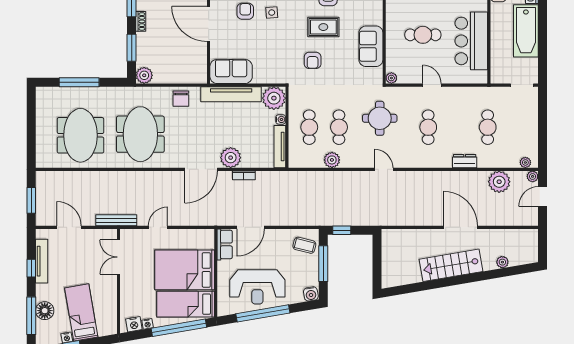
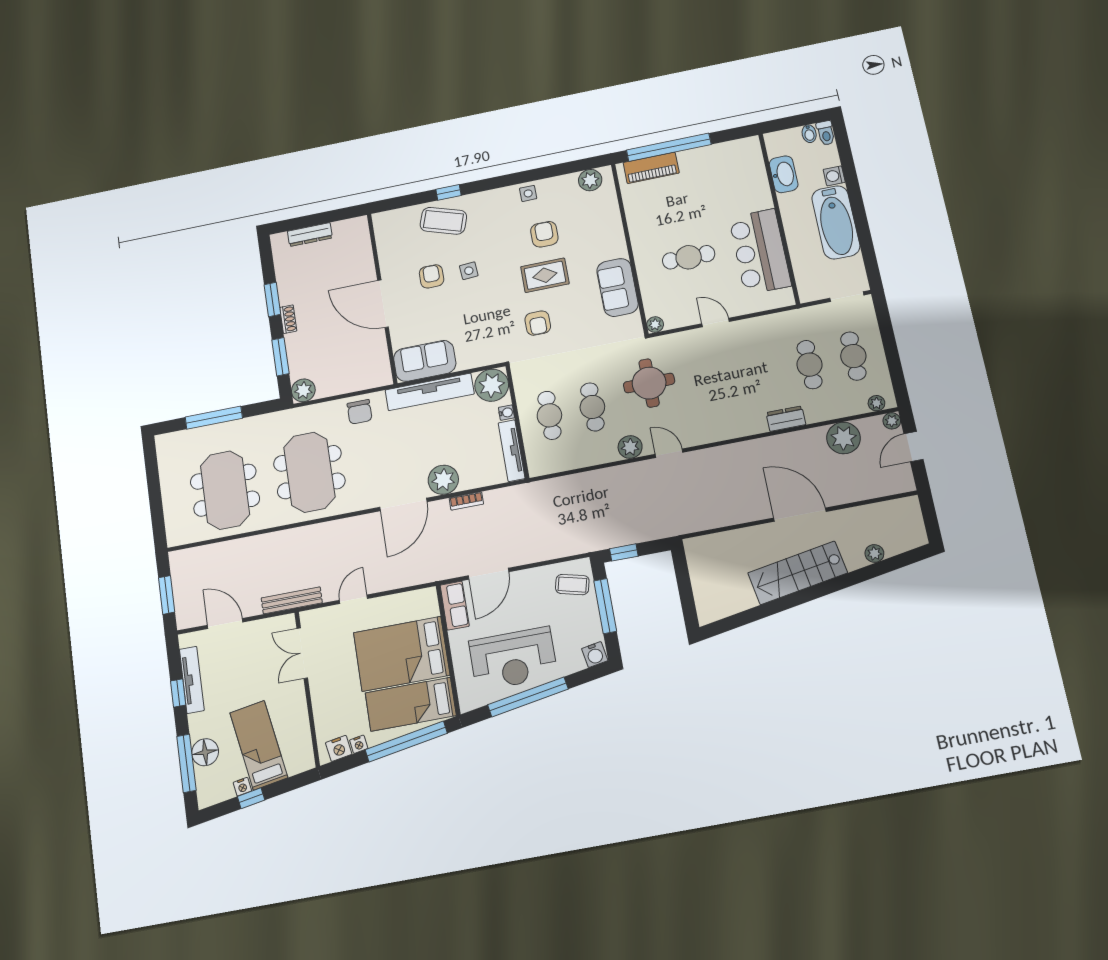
cafe table: (428, 127) -> (853, 356), moved
plant: (332, 160) -> (630, 447), moved

